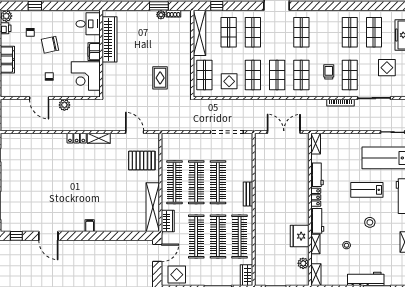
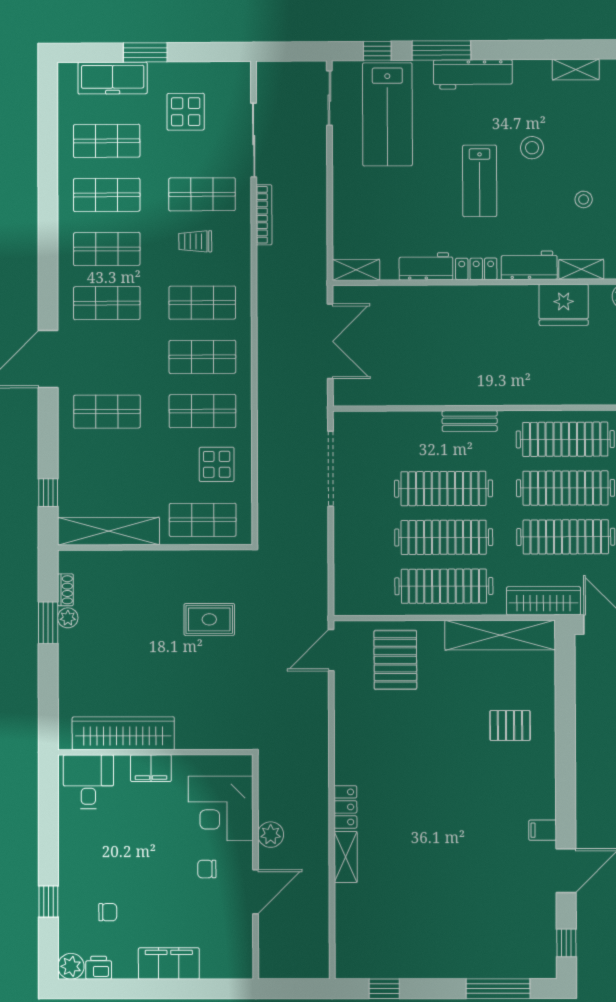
shop shelf: (229, 32) -> (107, 249), moved
chair: (50, 45) -> (135, 868), removed
corner desk: (86, 76) -> (221, 808), moved, turned 90
door: (135, 132) -> (331, 650), moved
double door: (284, 132) -> (330, 341), swing flipped
shelving: (99, 138) -> (346, 857), moved
lab bench: (367, 190) -> (480, 181), moved
pallet: (113, 211) -> (510, 725), added
wardrobe: (168, 221) -> (544, 601), width x1.50
filing cabinet: (90, 226) -> (543, 830), moved

